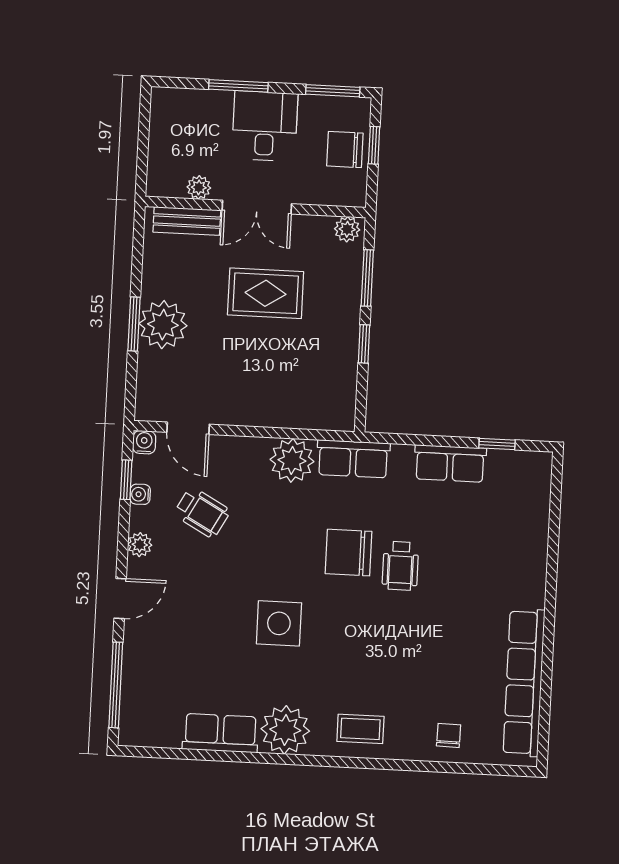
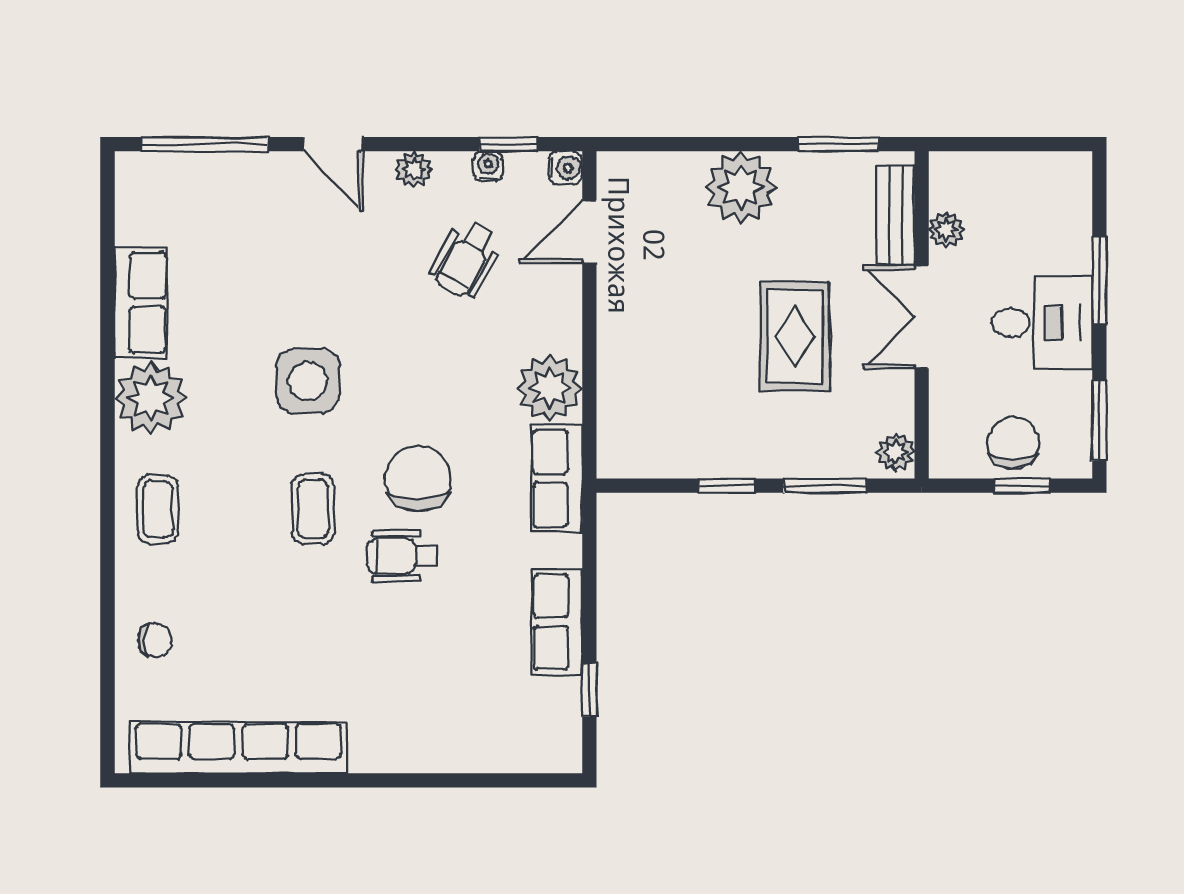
window: (134, 324) -> (838, 144), moved
coffee table: (365, 624) -> (313, 509), added

